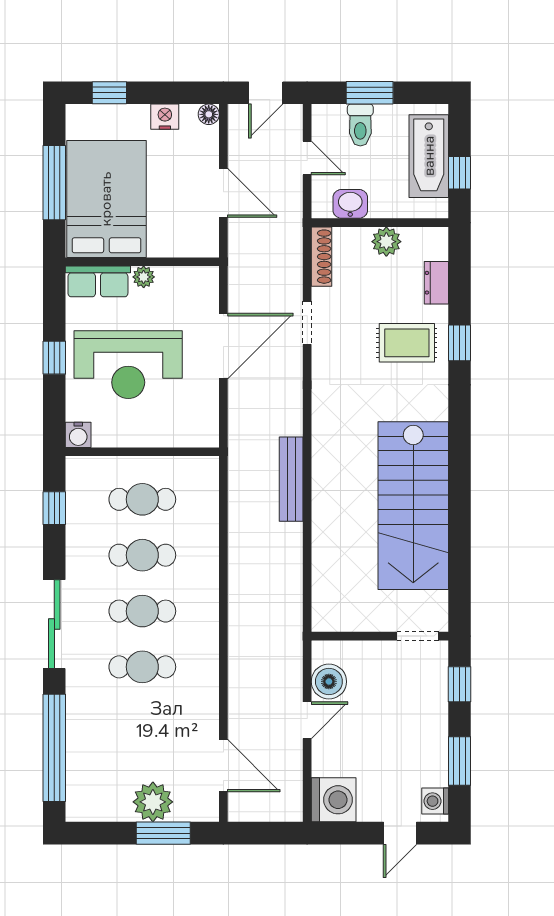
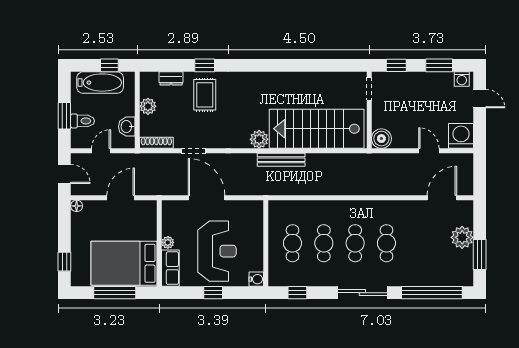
nightstand: (165, 117) -> (78, 231), removed
plant: (328, 440) -> (259, 139), added
stairs: (413, 506) -> (317, 129), moved, turned 180
boiler: (329, 682) -> (381, 139), moved
door: (307, 720) -> (429, 151), moved
window: (163, 833) -> (480, 255), moved

